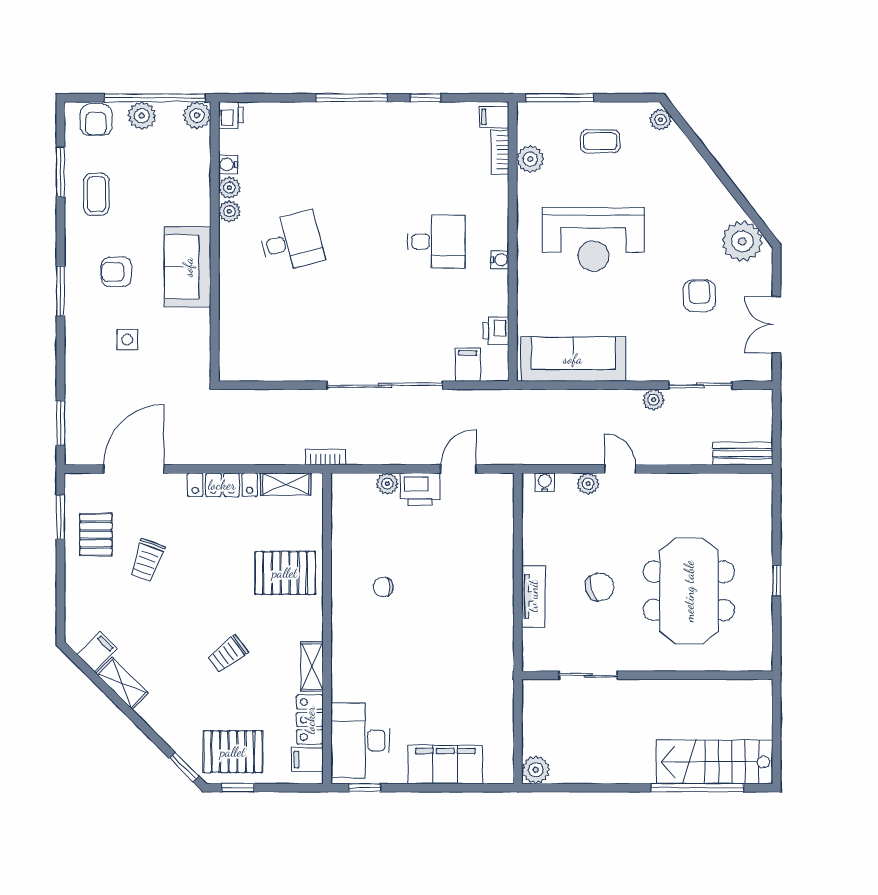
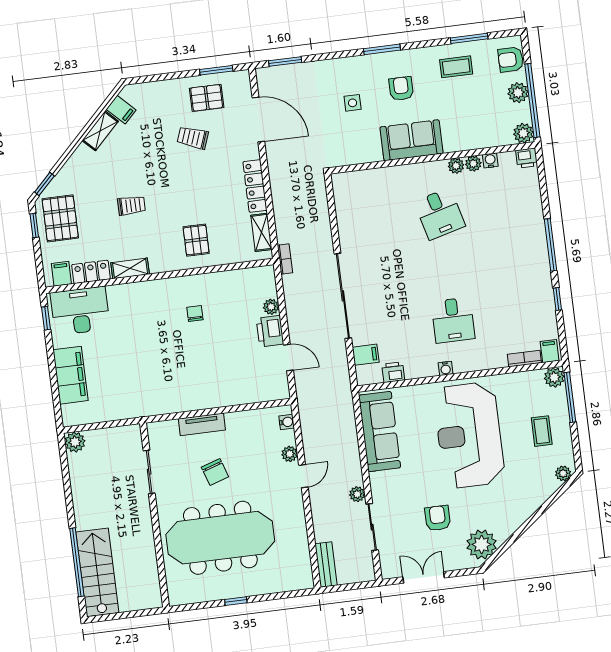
plant: (530, 159) -> (554, 377), moved
reception desk: (593, 239) -> (469, 435), width x1.36, depth x1.30
armchair: (699, 296) -> (438, 518), turned -90
pallet: (285, 573) -> (196, 240), width x0.67, depth x0.71
meeting table: (689, 591) -> (220, 538), width x1.36
trolley: (228, 654) -> (131, 206), turned 127

